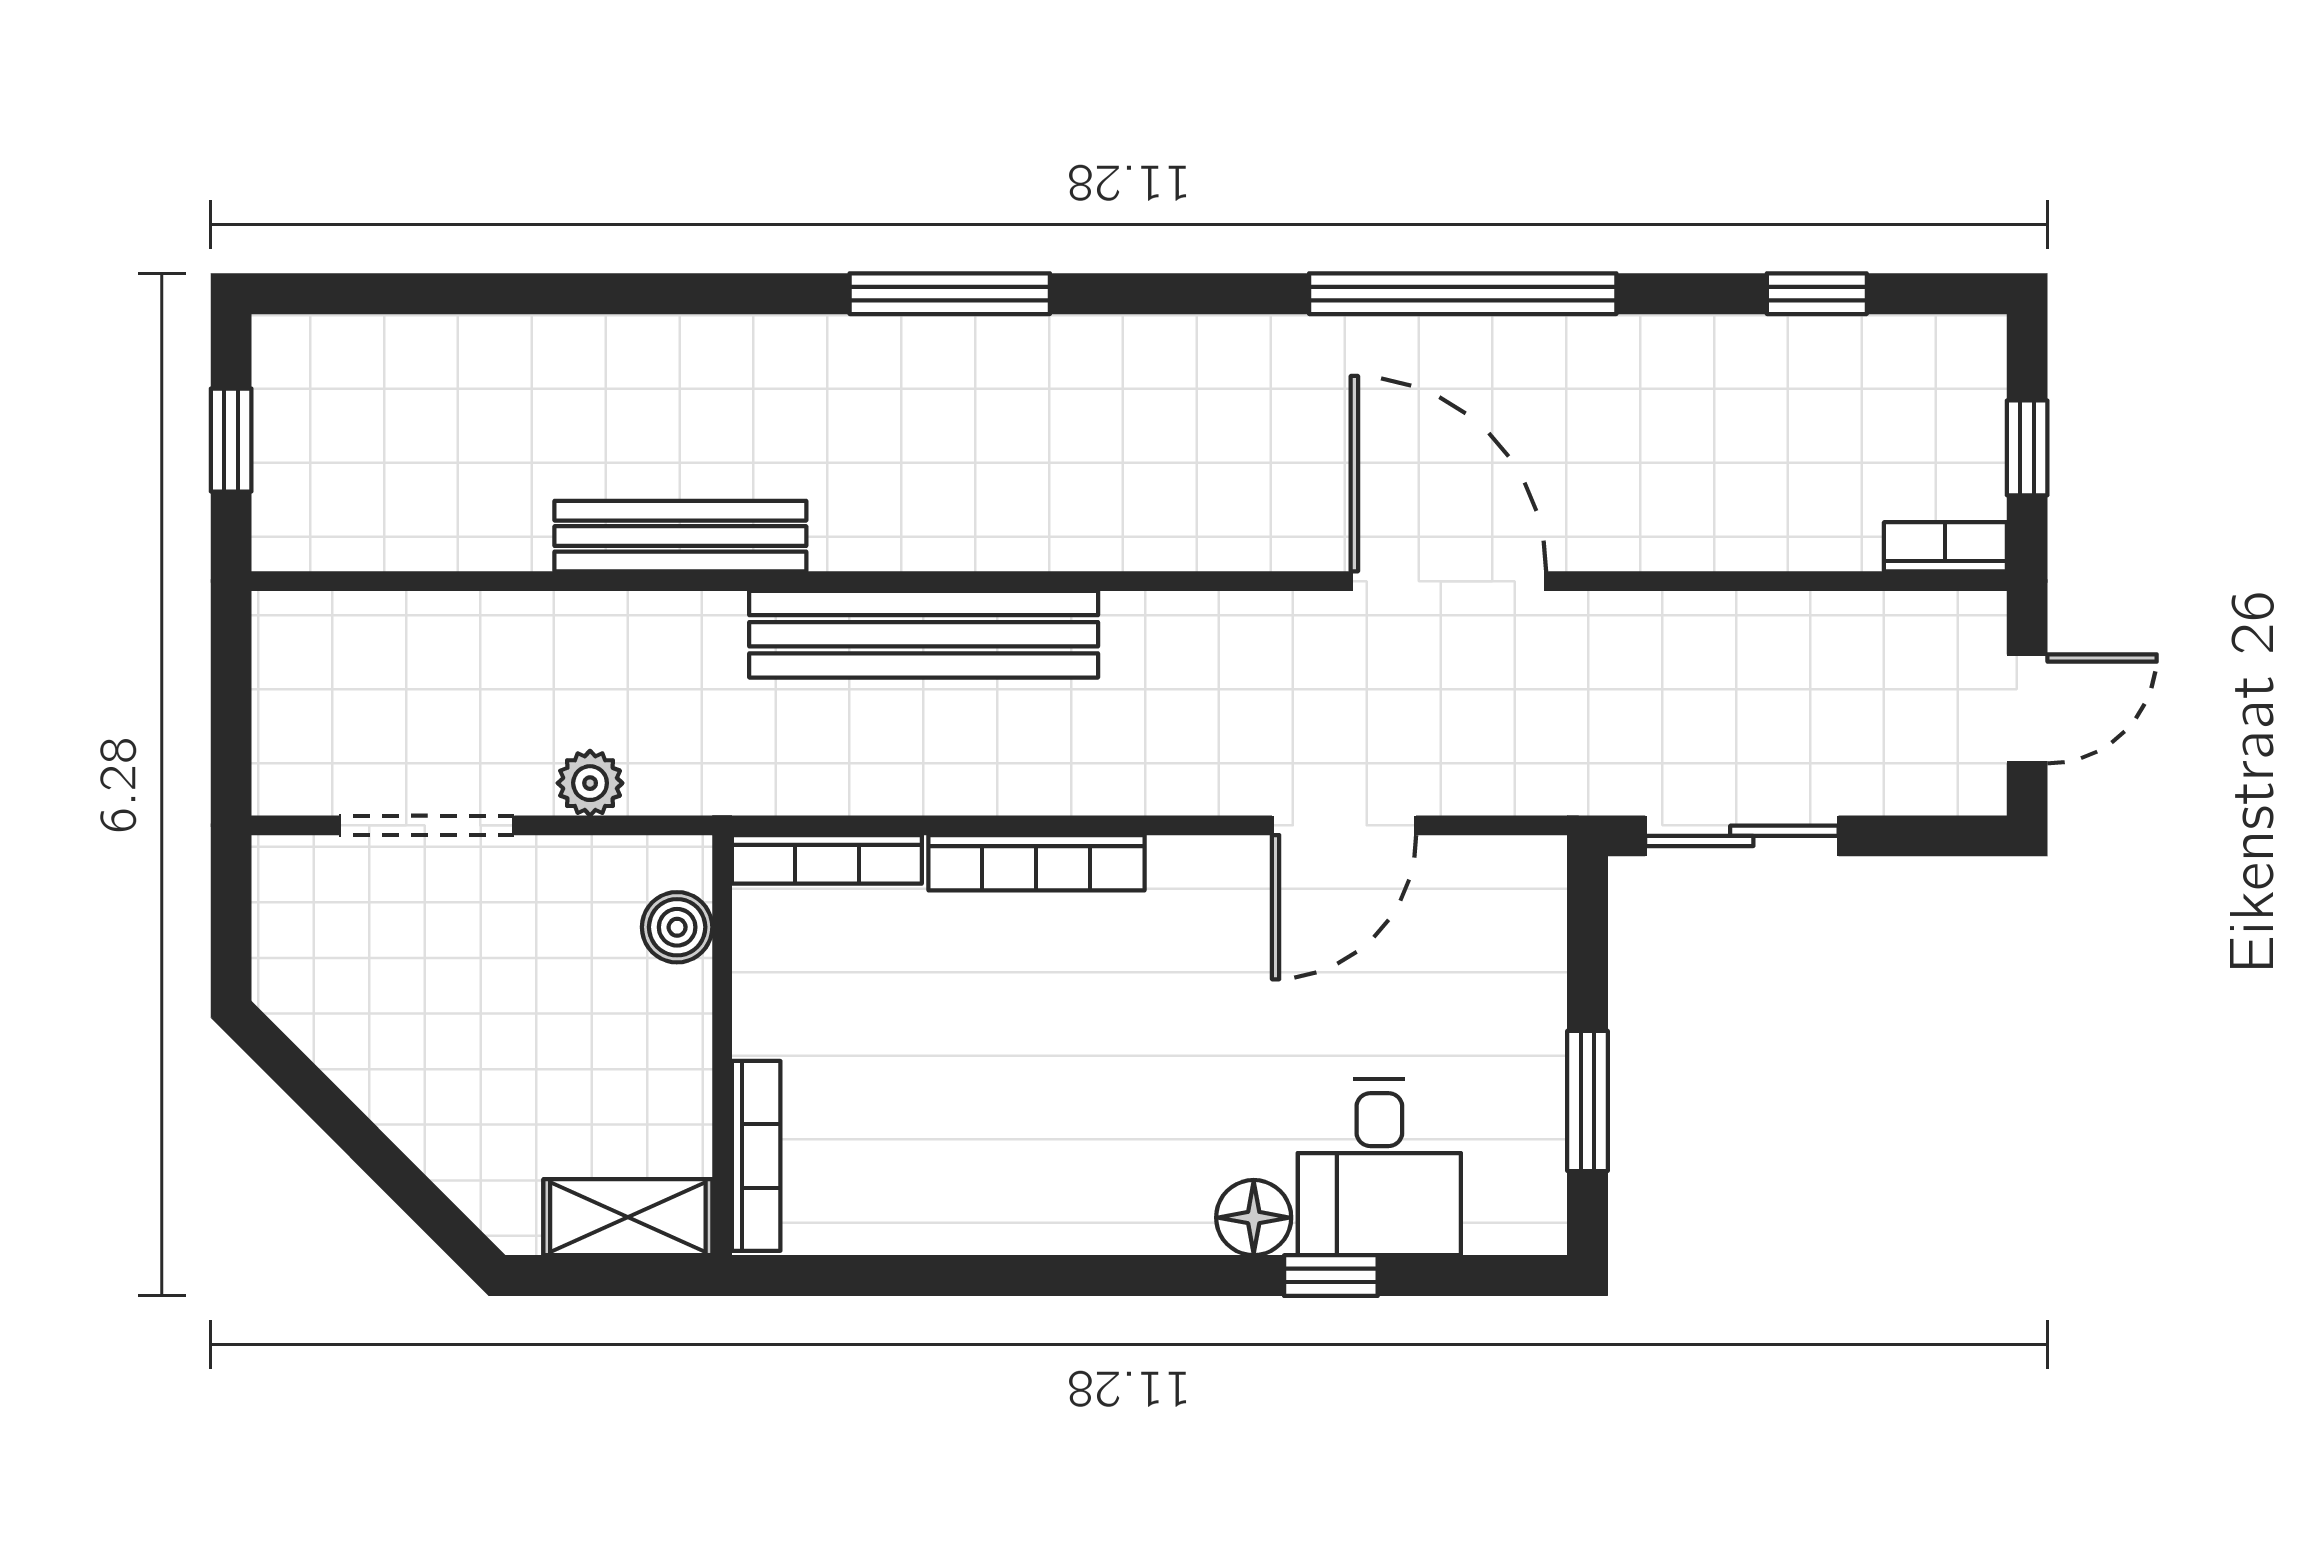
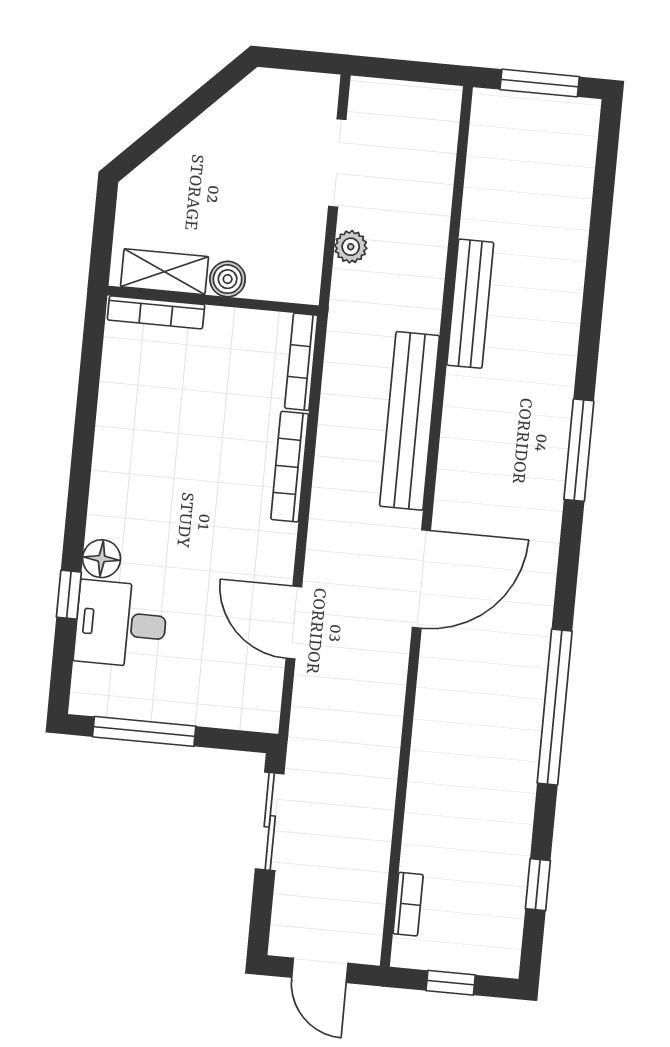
window: (231, 440) -> (540, 83), width x1.50
bookcase: (1945, 547) -> (408, 904), moved
door: (1448, 581) -> (421, 579), moved
boiler: (677, 927) -> (228, 279), moved
window: (1588, 1101) -> (144, 731), width x1.44
shelving: (628, 1217) -> (164, 272), moved, turned 90

